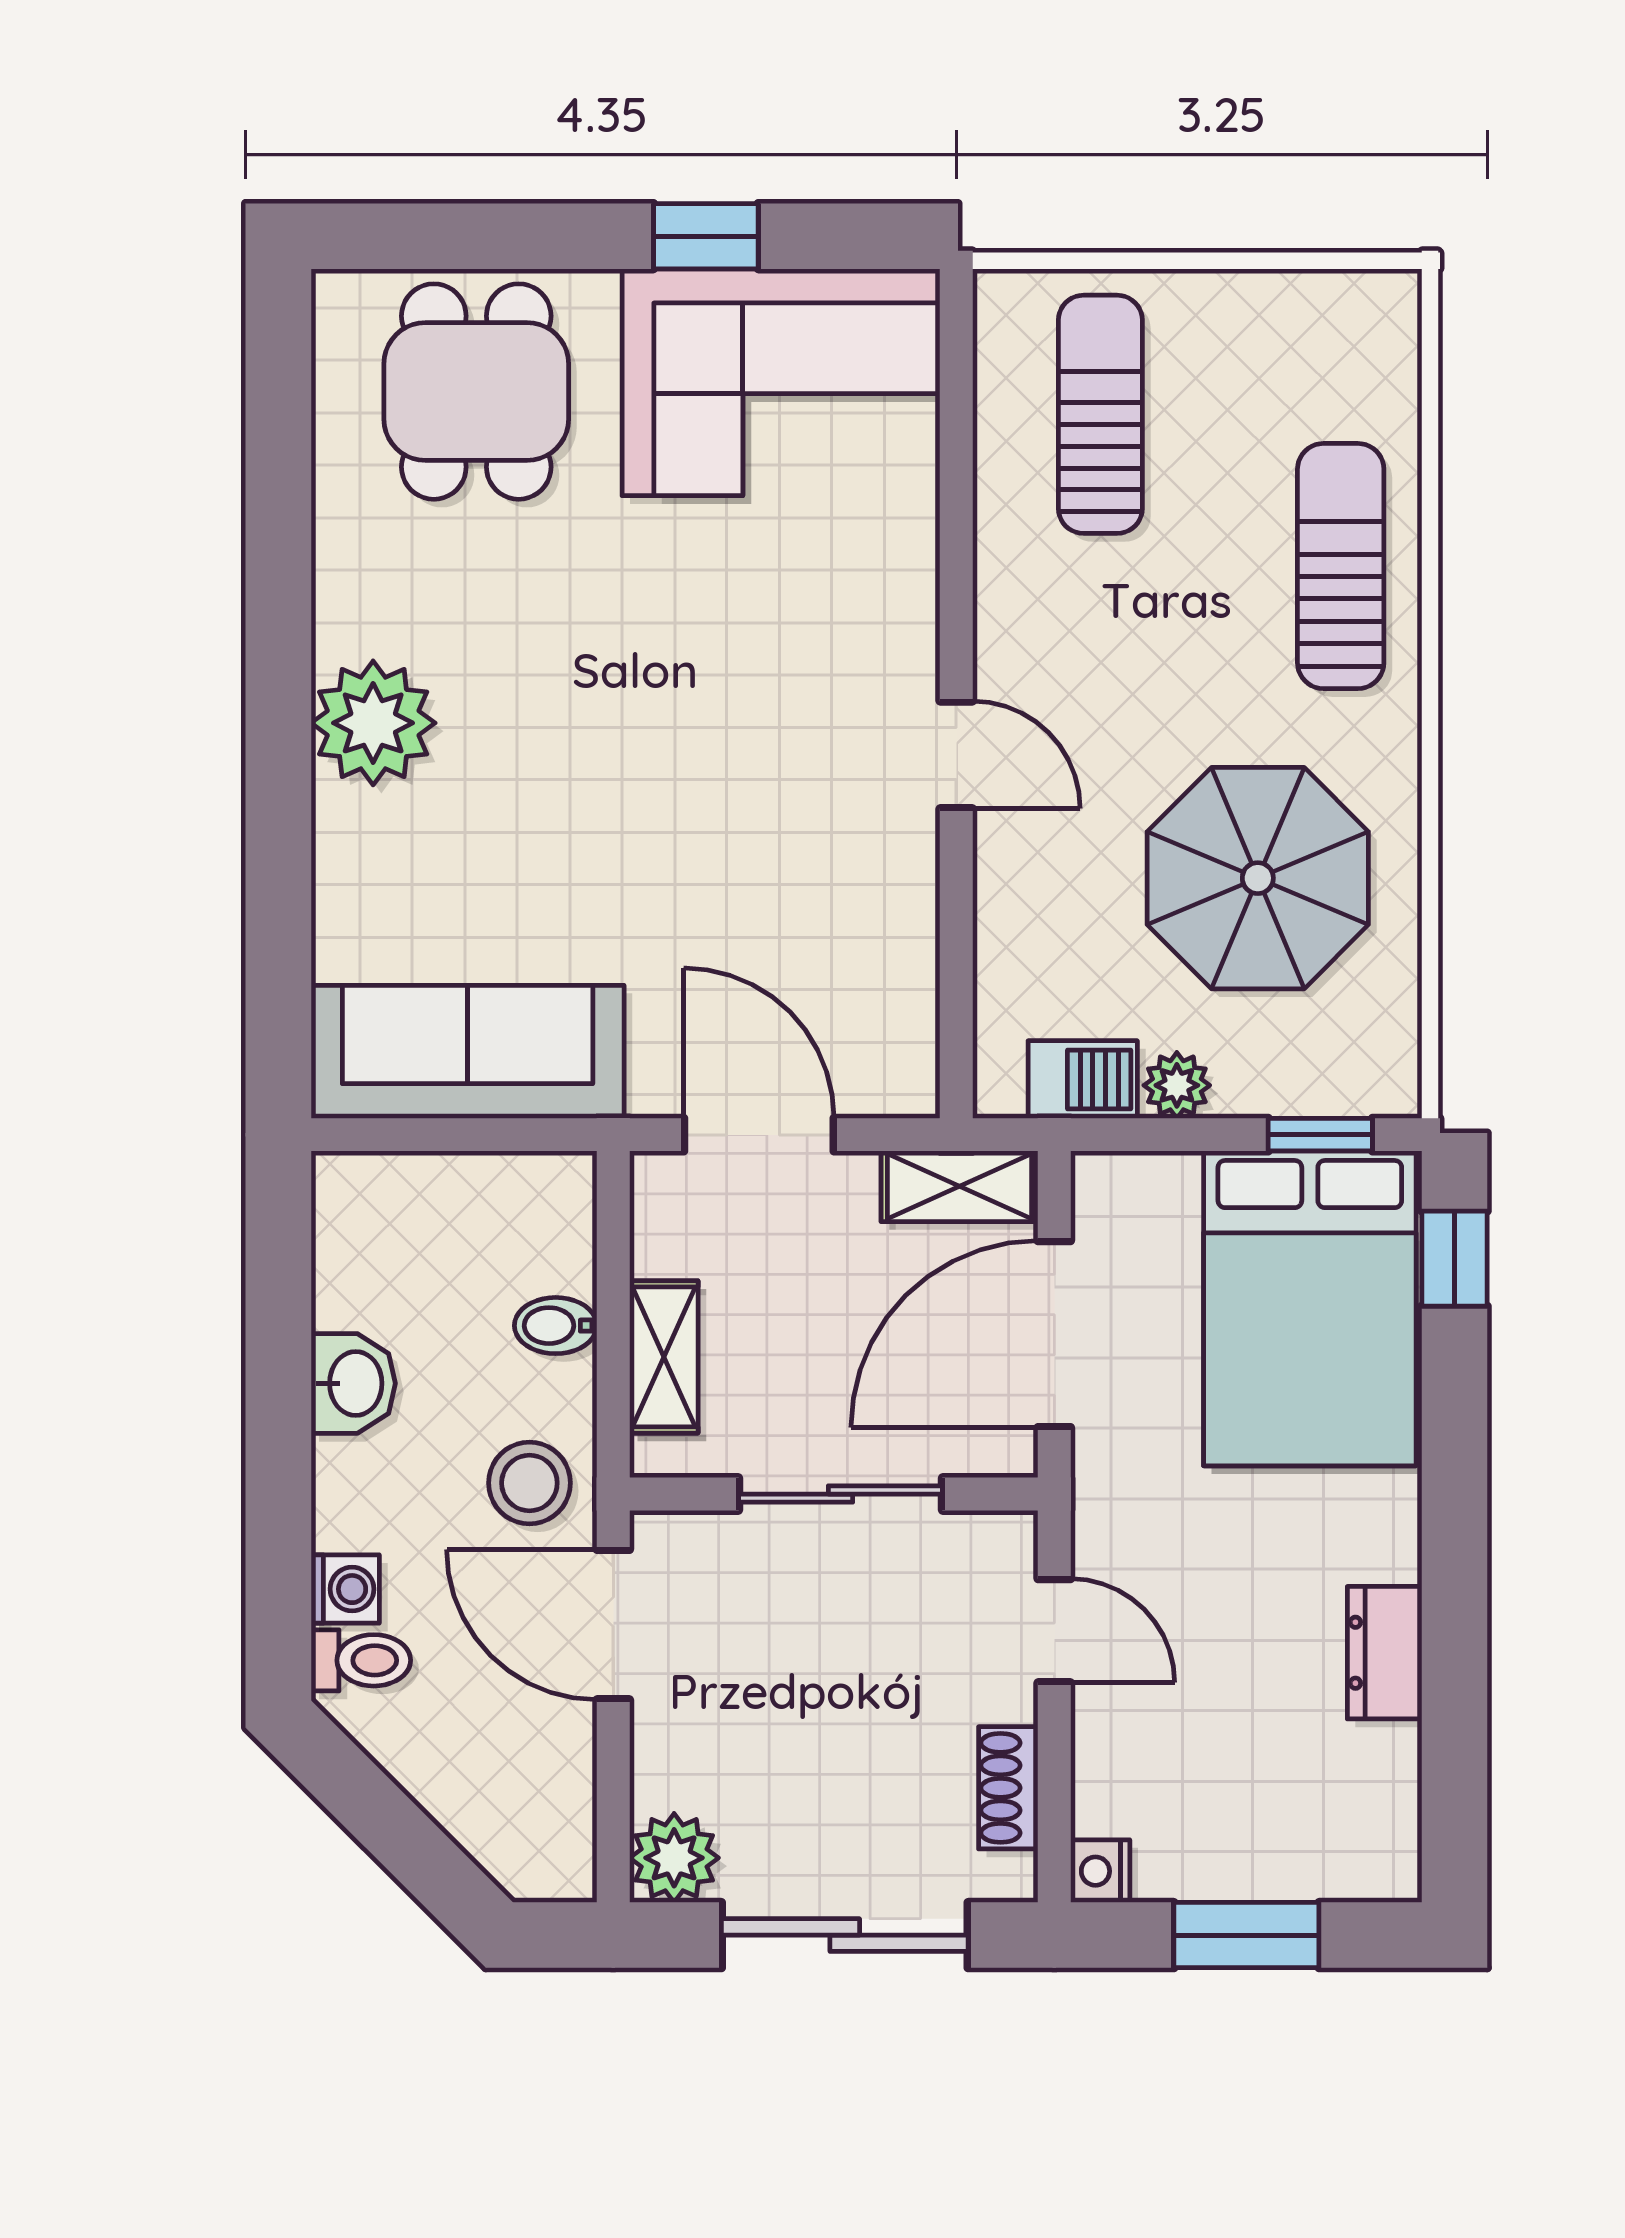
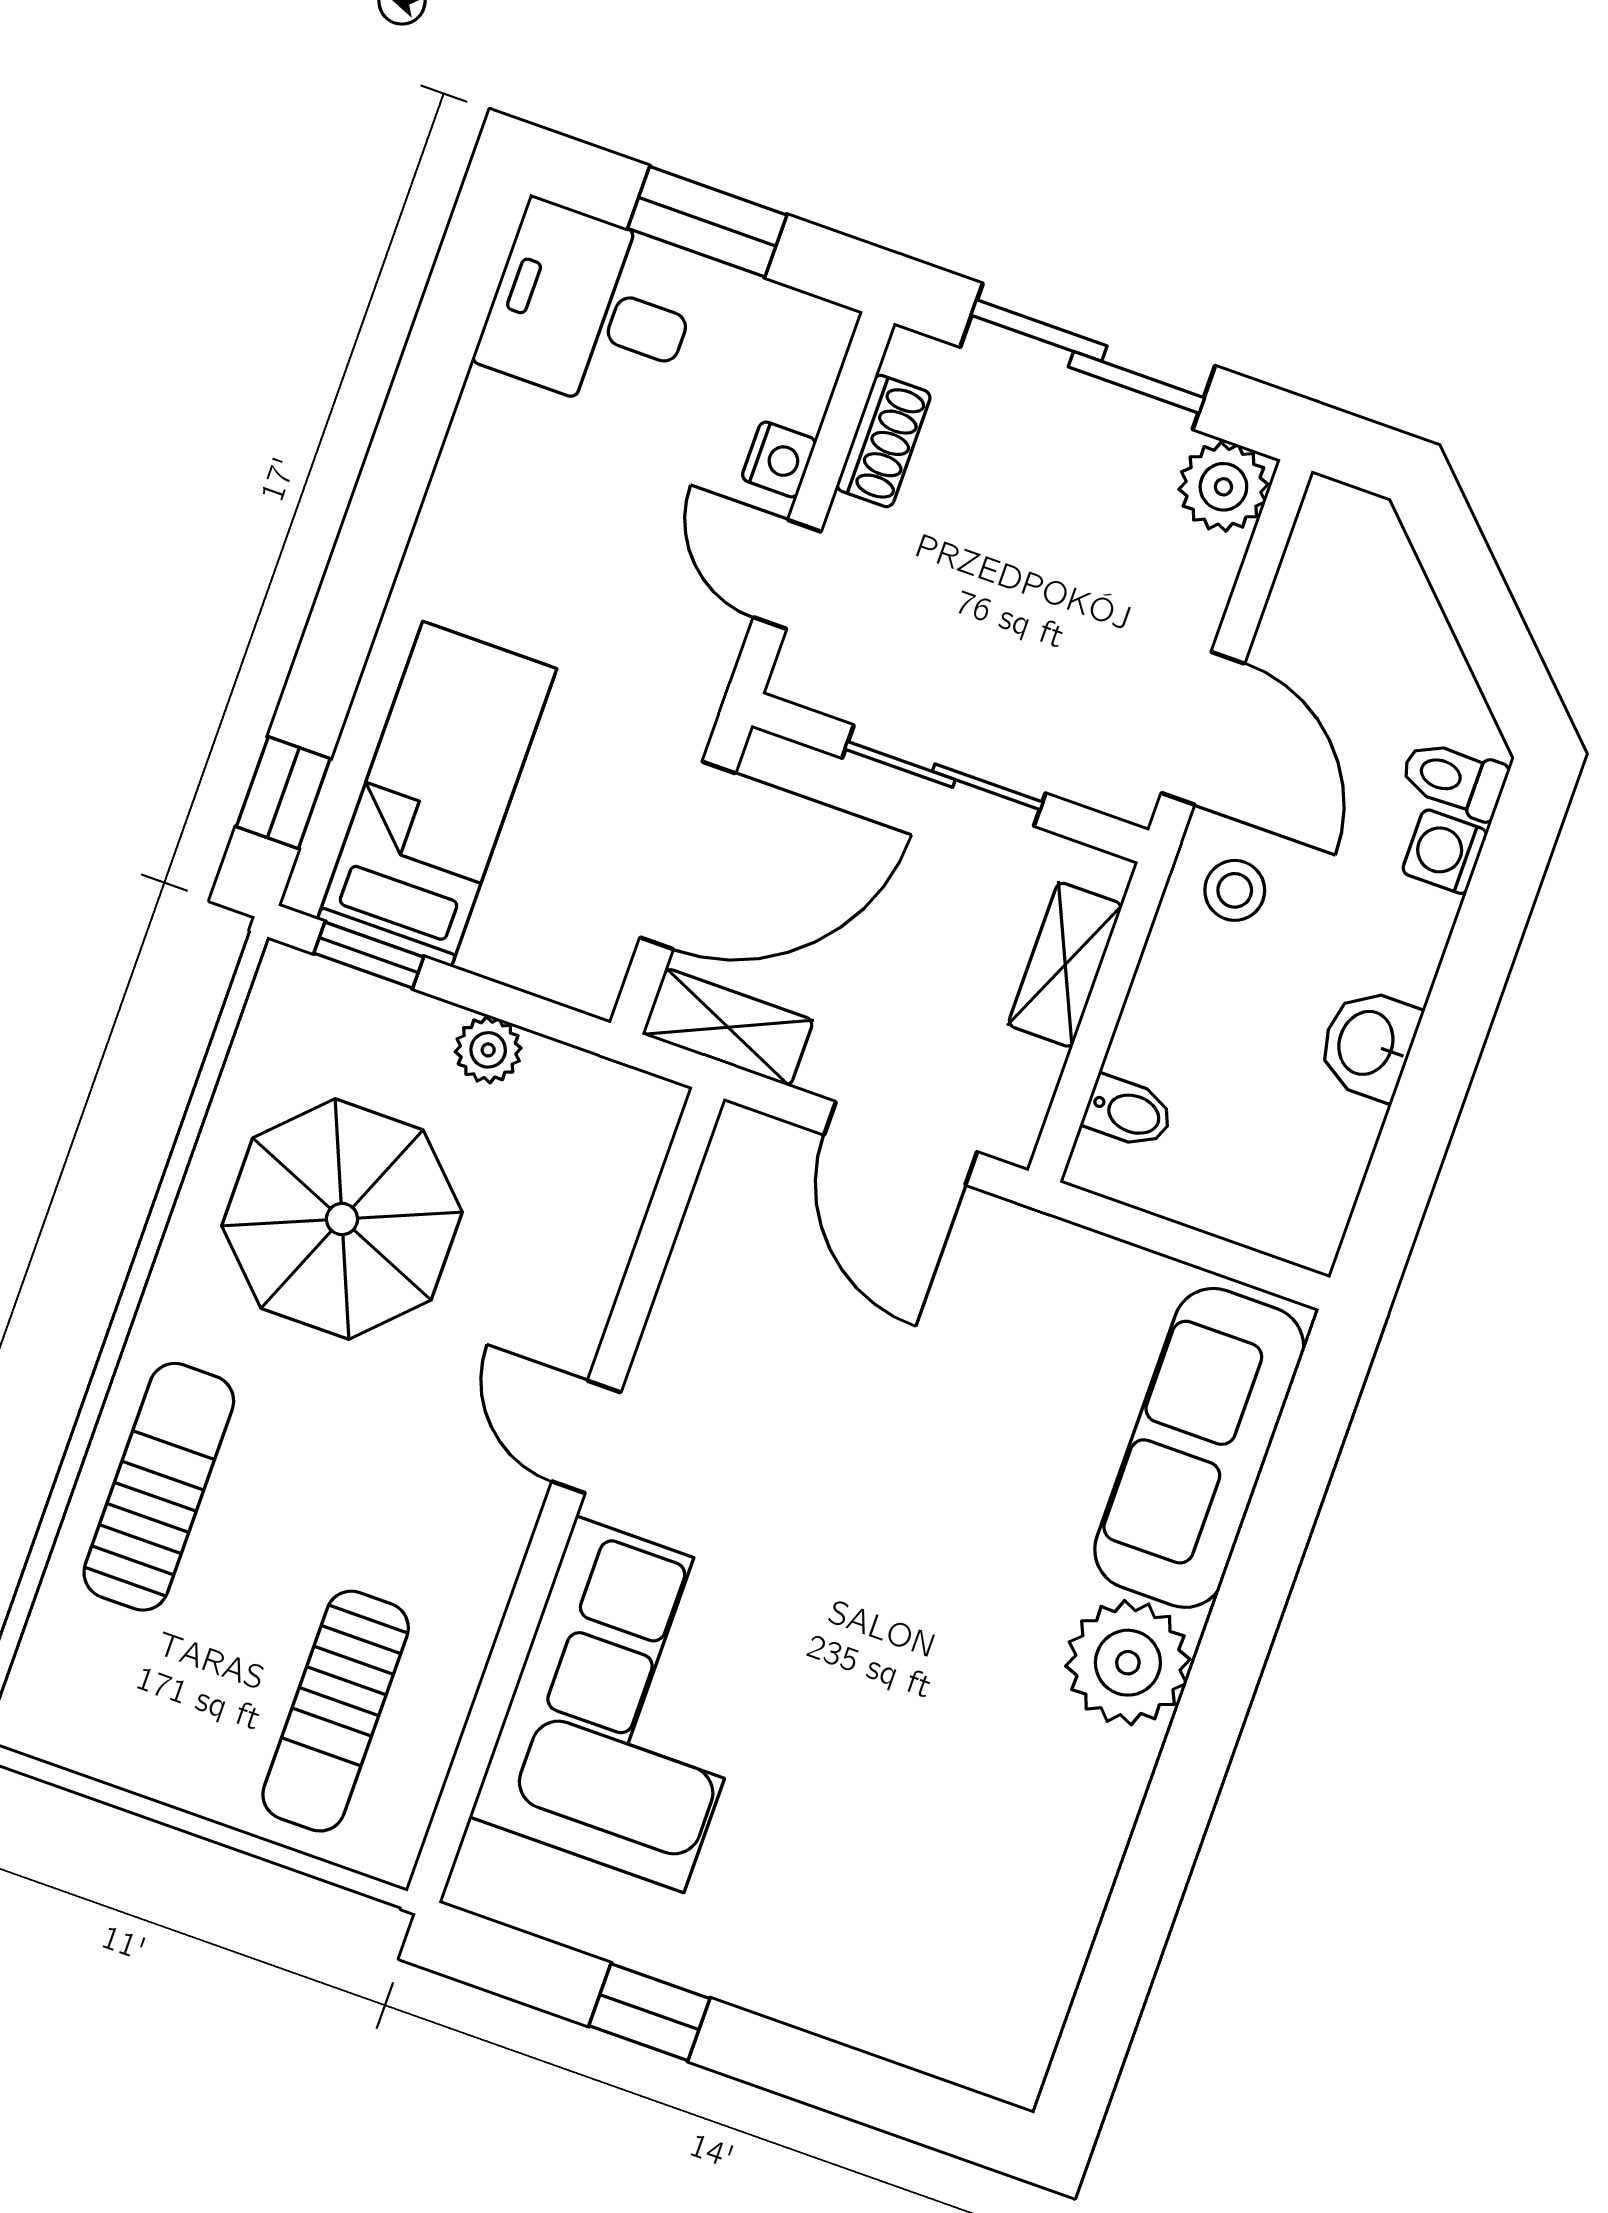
corner sofa: (781, 382) -> (630, 1704), moved, turned 90
dining table: (476, 392) -> (919, 1942), removed
sun lounger: (1341, 566) -> (159, 1487), turned 180
sofa: (468, 1052) -> (1199, 1448), moved, turned 90
barbecue: (1083, 1080) -> (575, 1087), removed
bed: (1310, 1308) -> (437, 794), width x0.67
bidet: (556, 1326) -> (1128, 1112), moved
stool: (529, 1483) -> (1235, 890), width x0.73, depth x0.73
dresser: (1385, 1653) -> (482, 443), removed
desk: (1326, 1814) -> (591, 310), added
nightstand: (1100, 1871) -> (779, 459), moved

